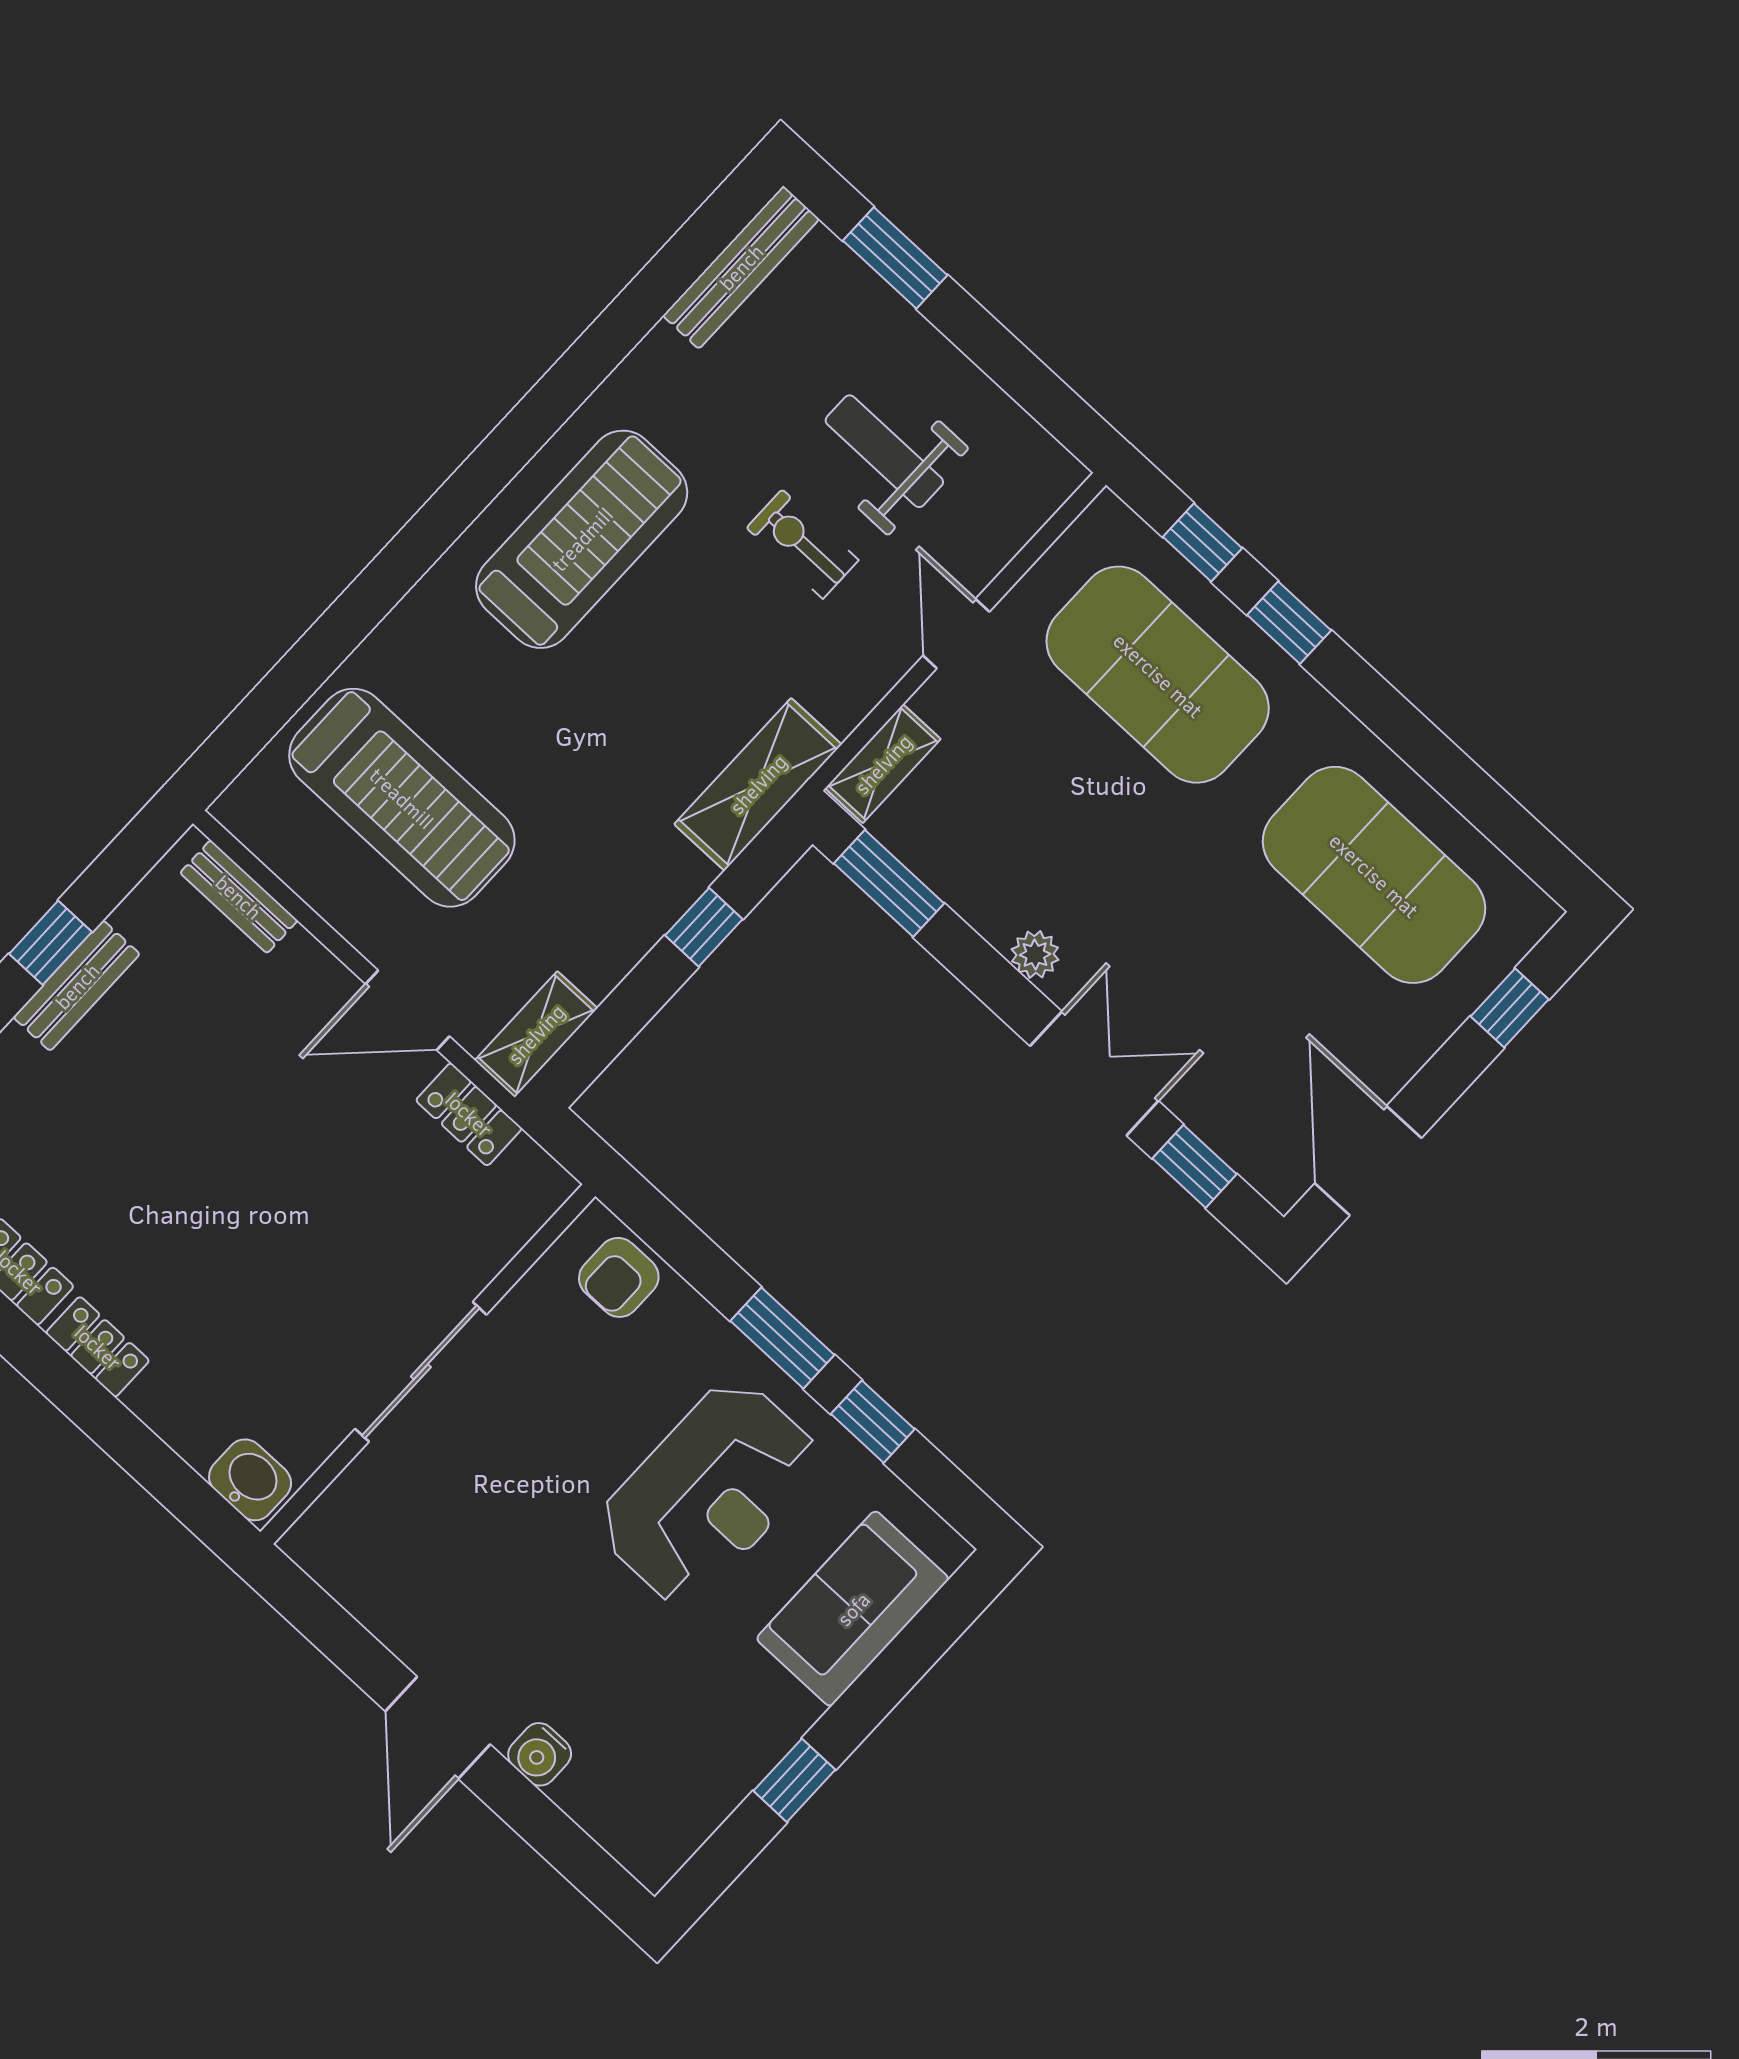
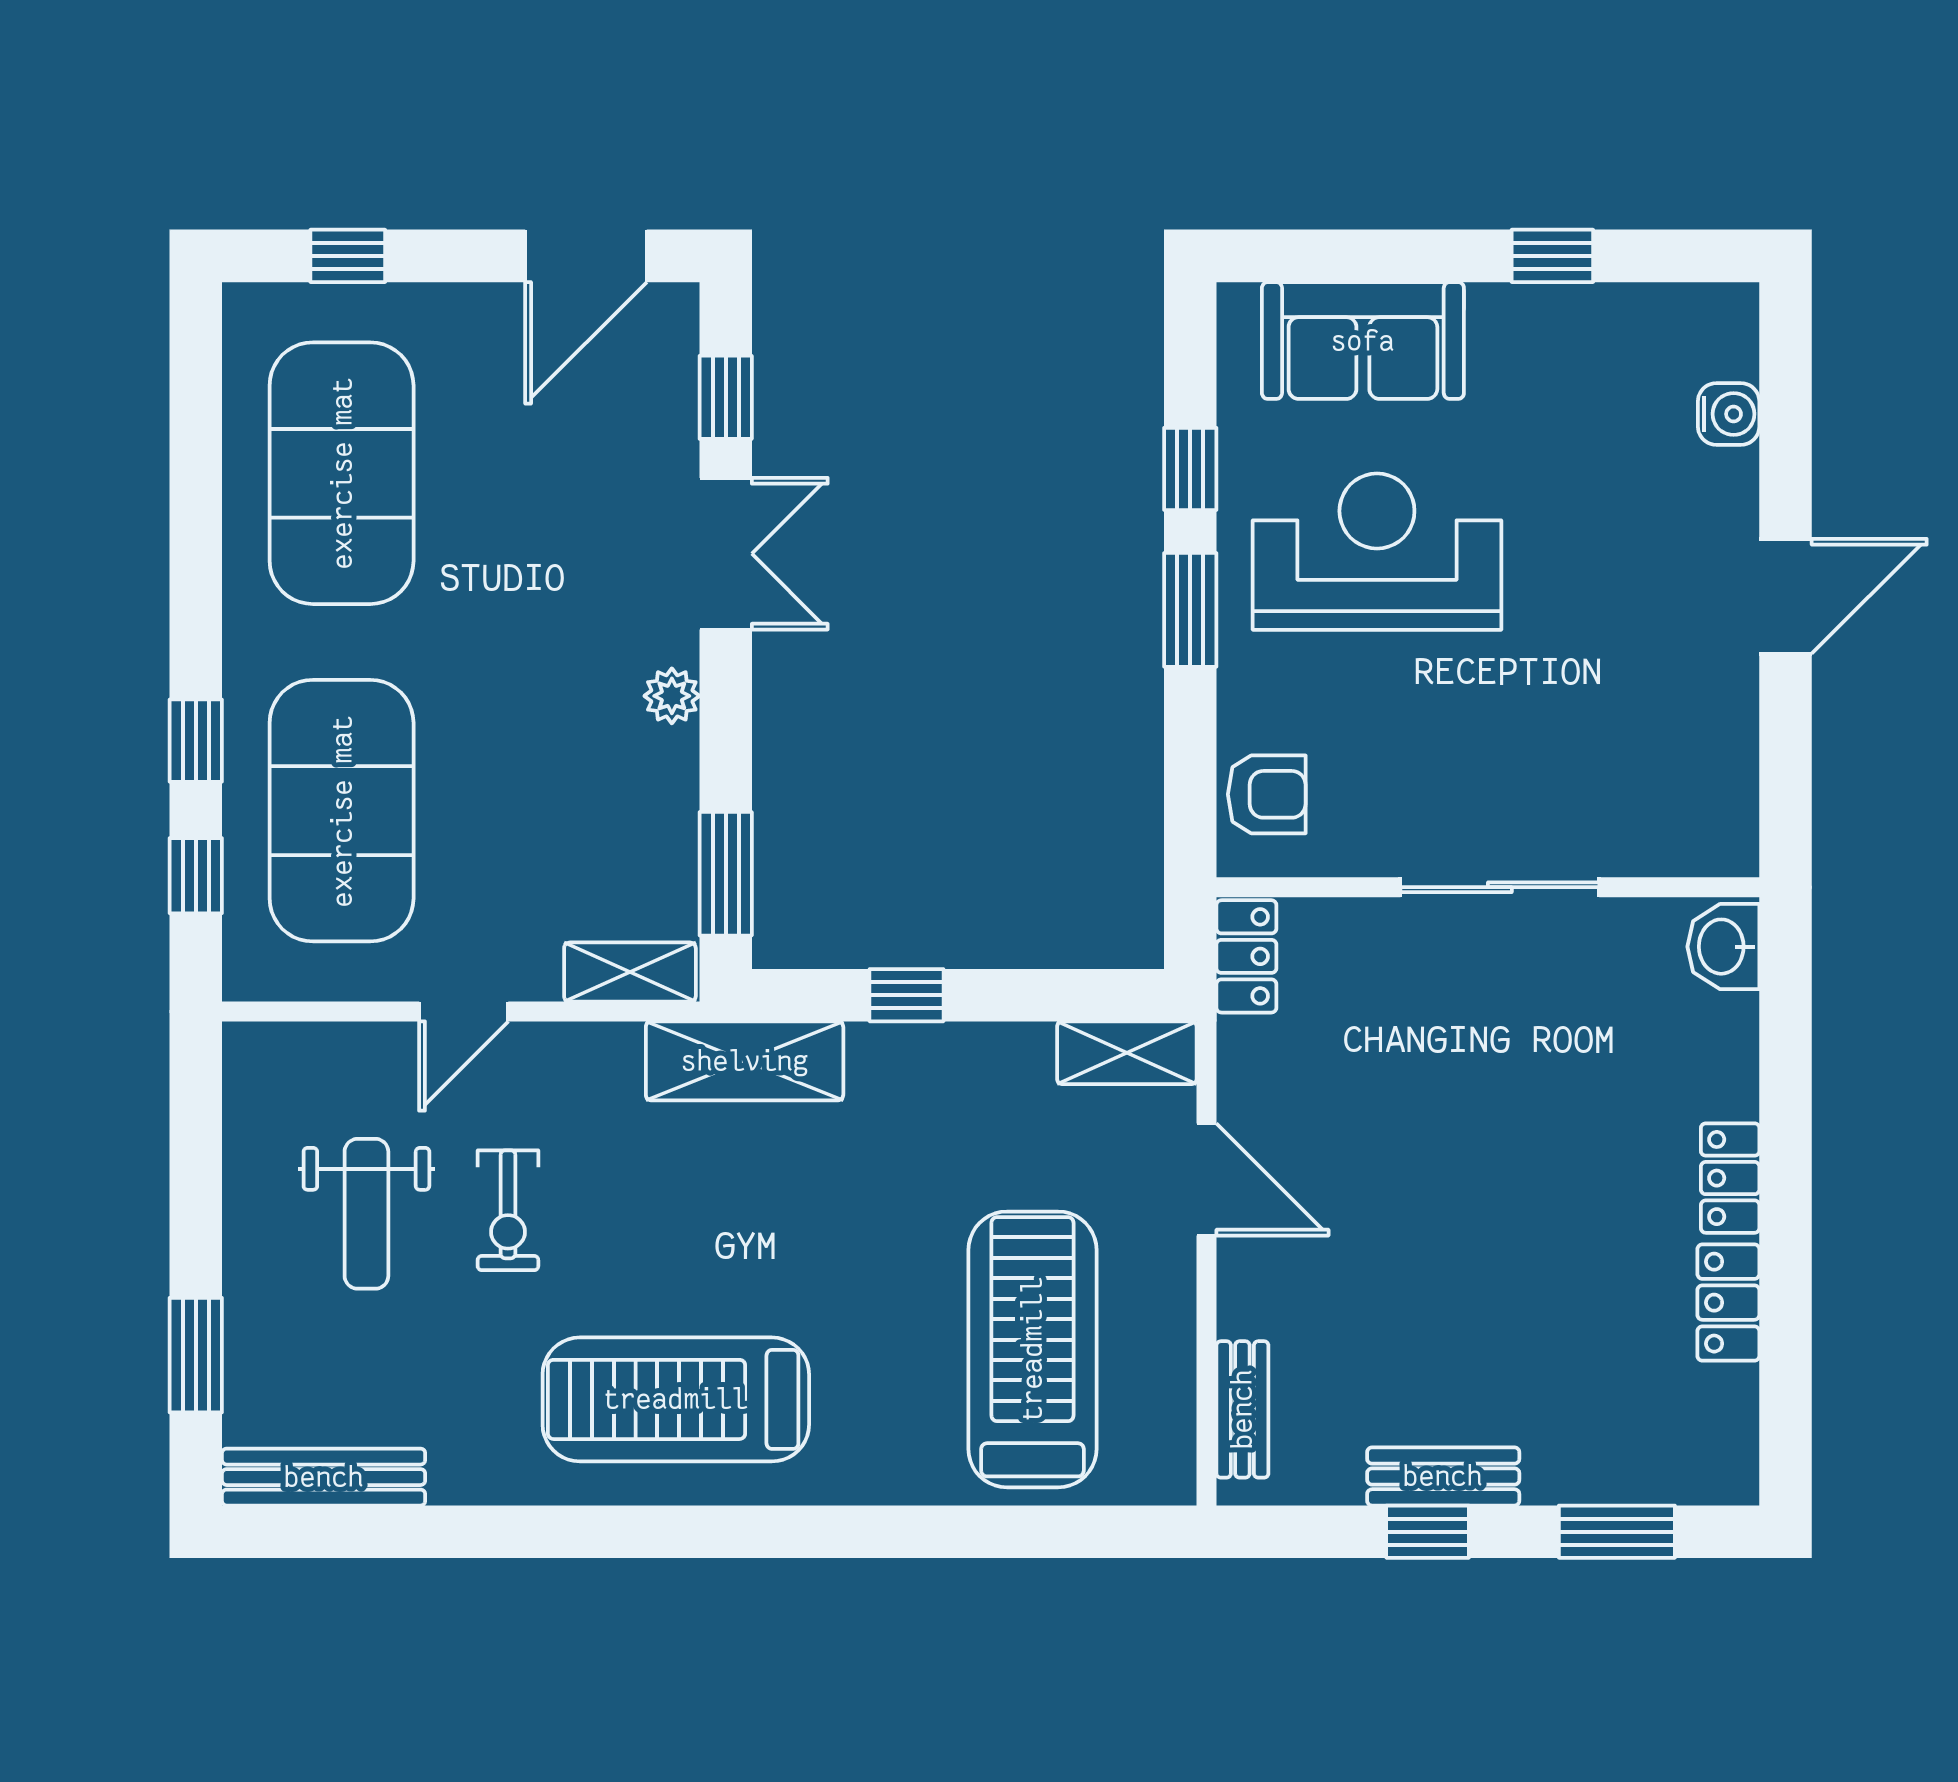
double door: (1094, 1073) -> (726, 554), swing flipped
locker: (469, 1114) -> (1246, 956), moved
water cooler: (540, 1754) -> (1729, 414), moved

